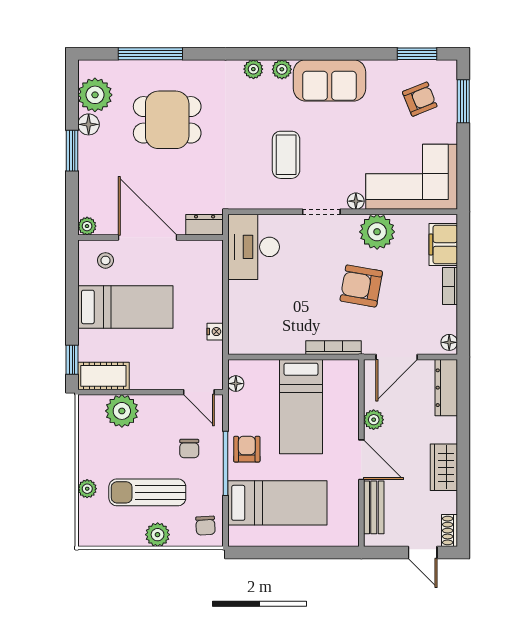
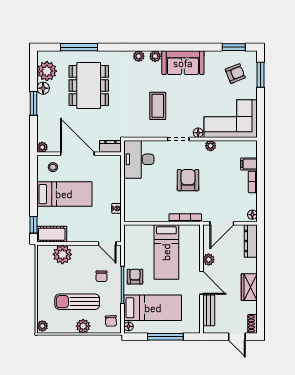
dining table: (167, 120) -> (89, 86), width x1.38
plant: (377, 232) -> (211, 146), width x0.53, depth x0.53
filing cabinet: (443, 244) -> (249, 164), width x0.50
armchair: (361, 286) -> (188, 180), moved, turned 80
floor lamp: (236, 384) -> (129, 326), moved
plant: (87, 489) -> (42, 326), moved
window: (299, 553) -> (165, 337), added

